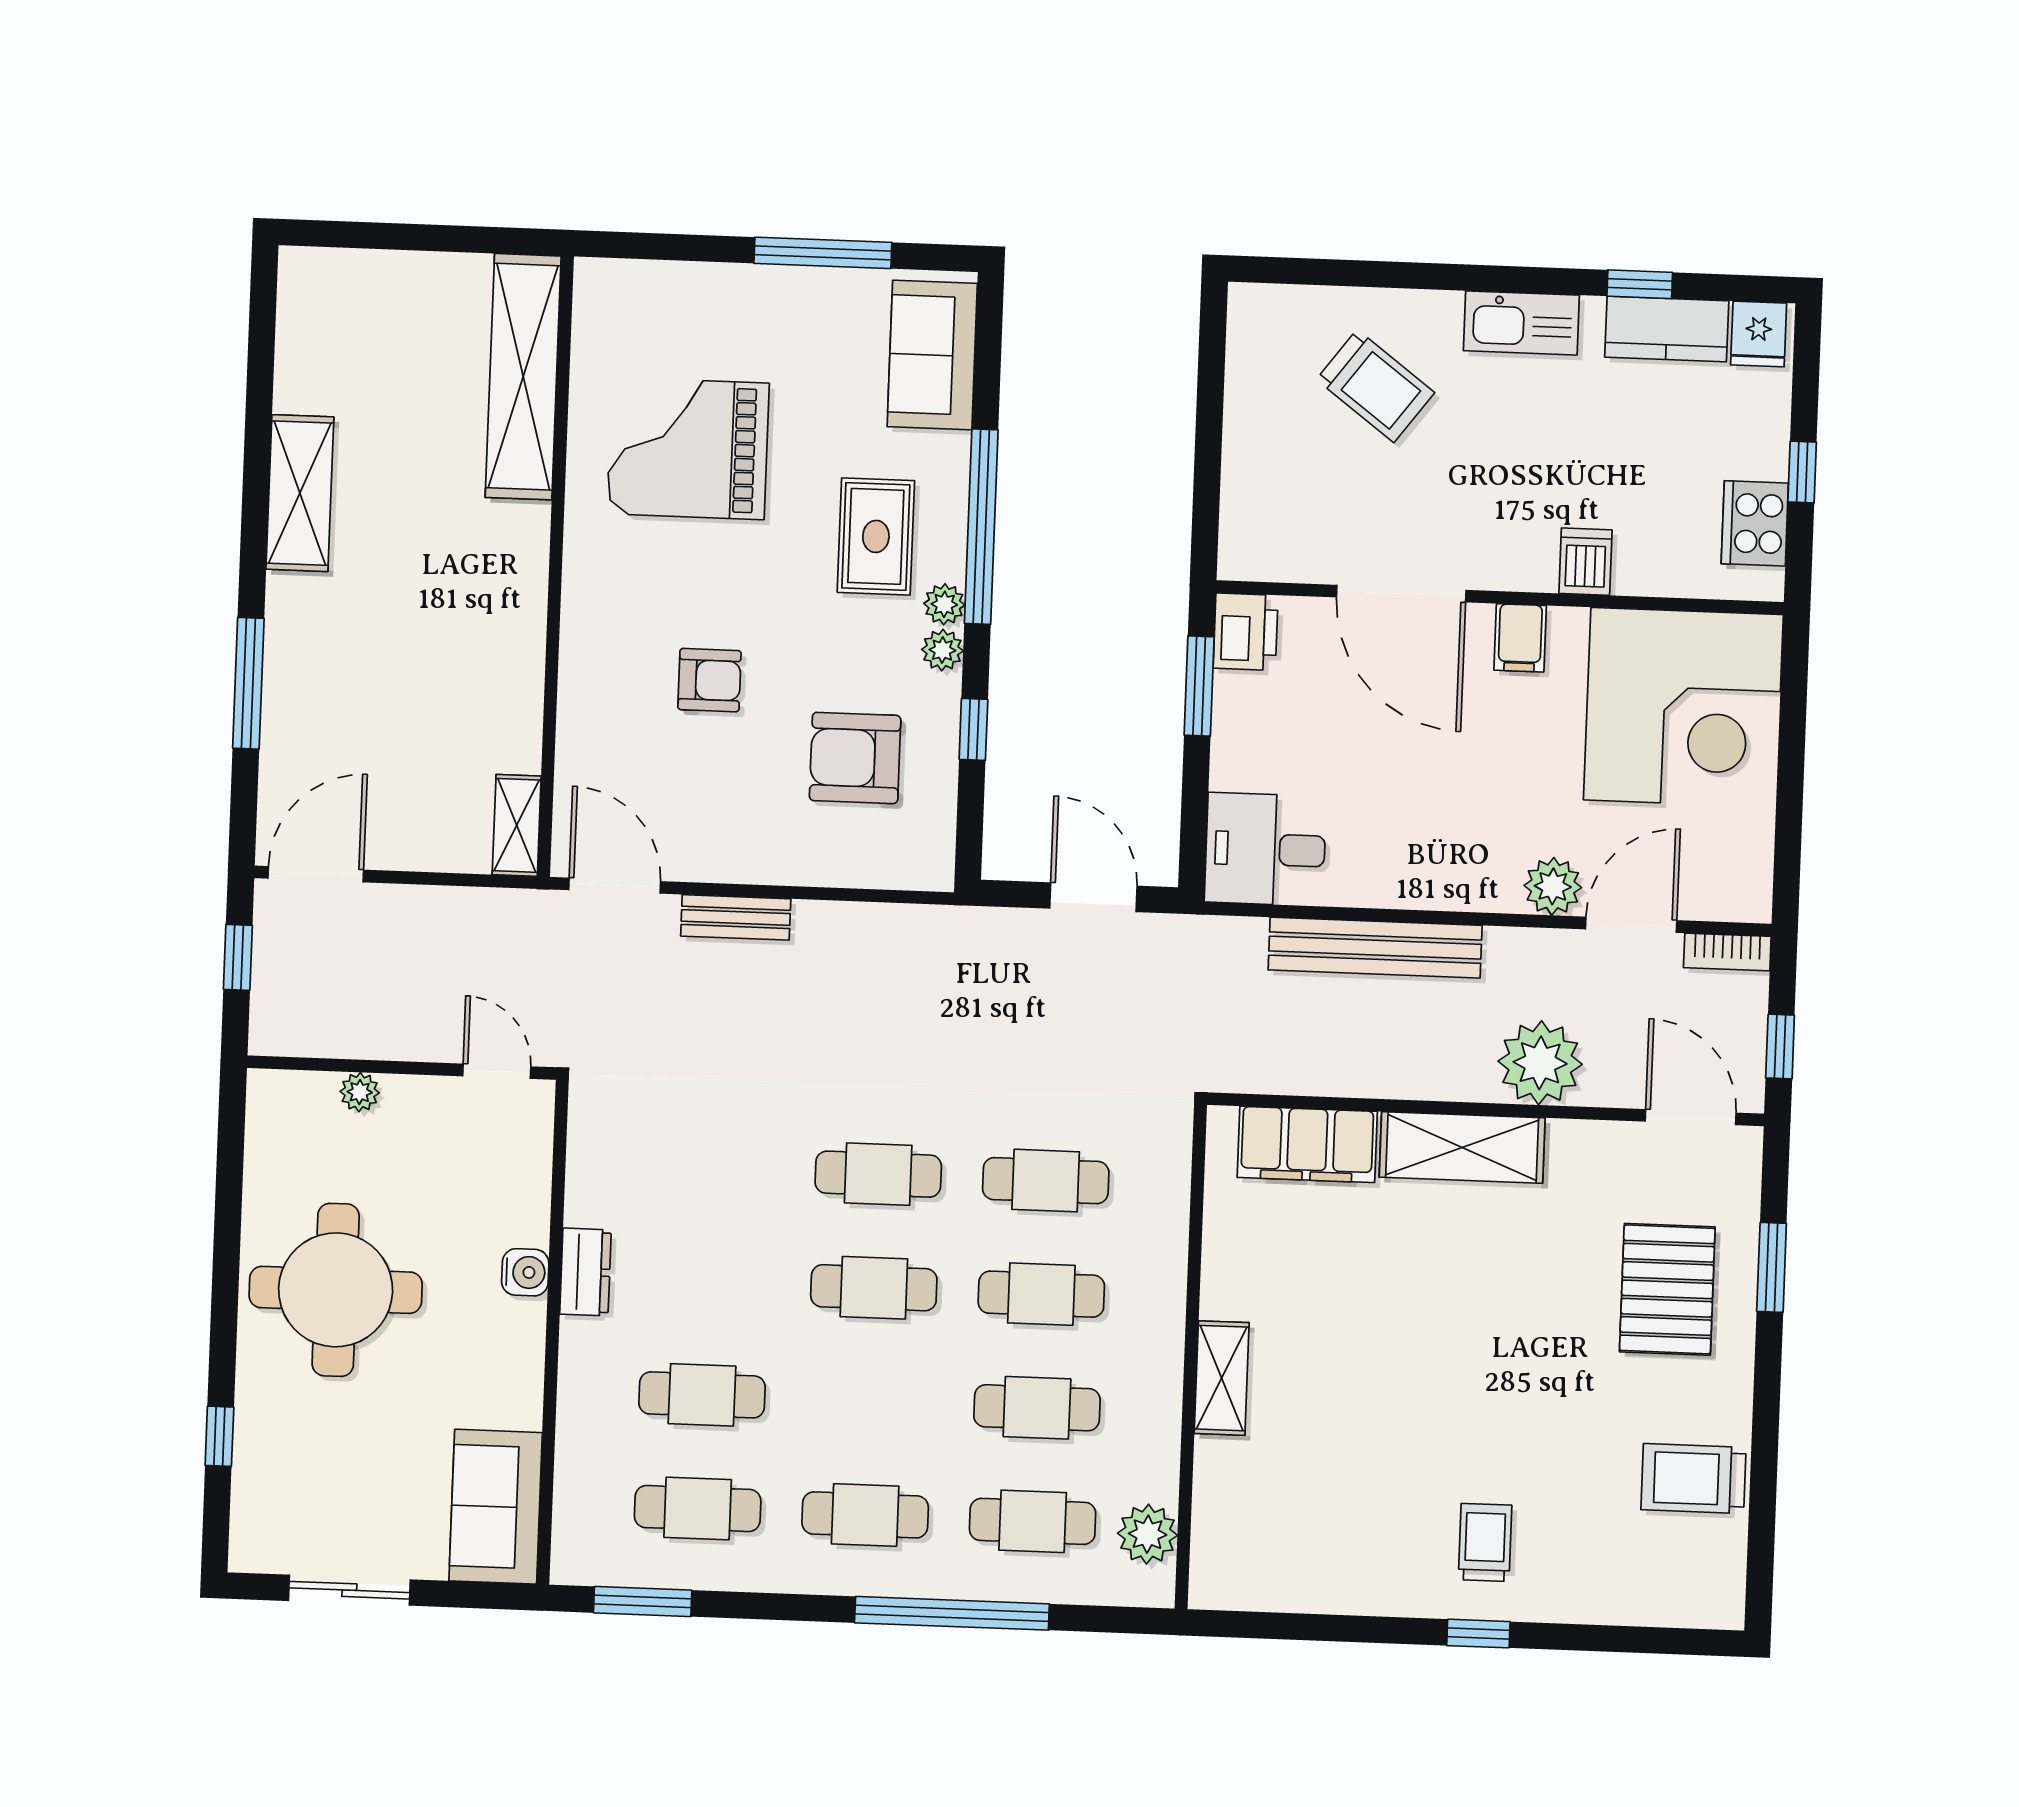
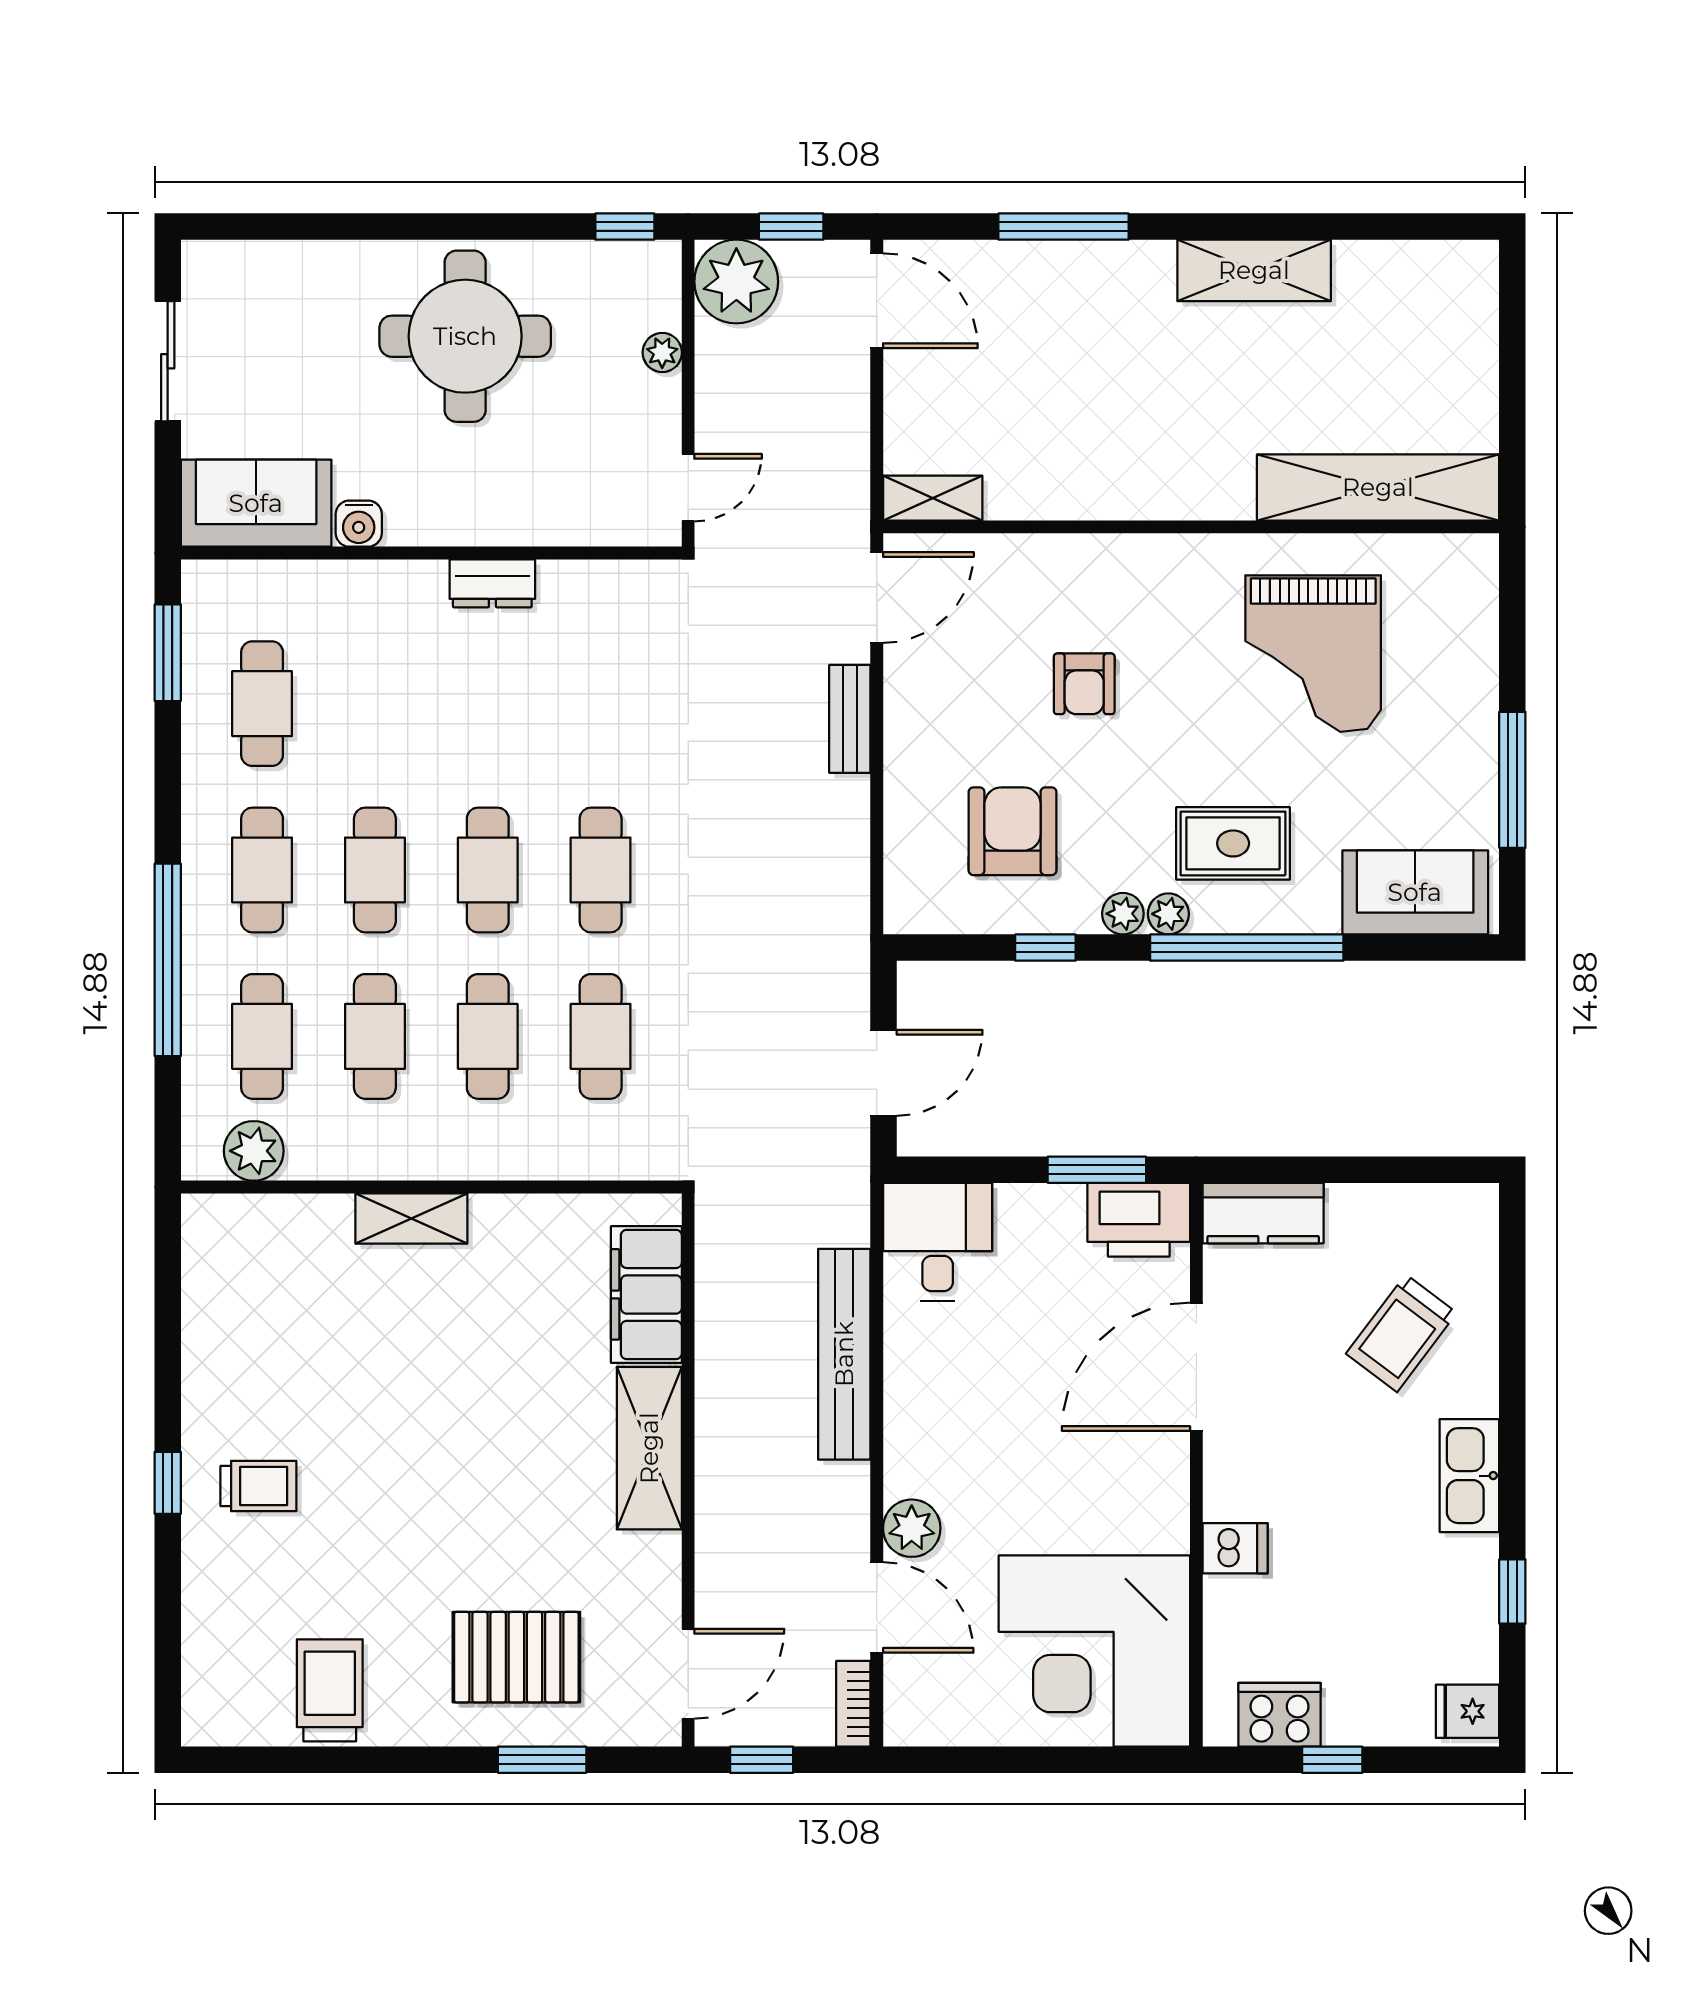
kitchen counter: (1667, 329) -> (1263, 1213), moved, turned -90
grand piano: (688, 448) -> (1313, 654), turned 180
printer: (1246, 632) -> (1139, 1220), width x1.37, depth x1.19
filing cabinet: (1520, 638) -> (1157, 1486), removed
plant: (1540, 1063) -> (736, 282), moved
water cooler: (525, 1272) -> (359, 524), moved
cafe table: (702, 1395) -> (375, 870), moved
window: (219, 1436) -> (625, 227), moved

